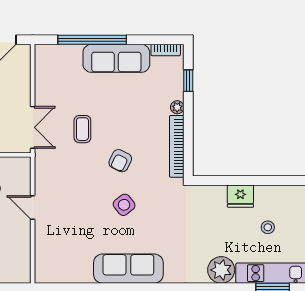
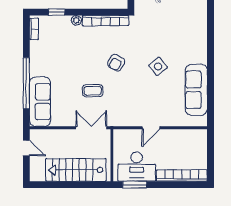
sofa: (116, 58) -> (40, 102), moved
armchair: (120, 161) -> (116, 63), turned 93
side table: (124, 205) -> (158, 66), moved
sofa: (128, 269) -> (196, 90), moved

